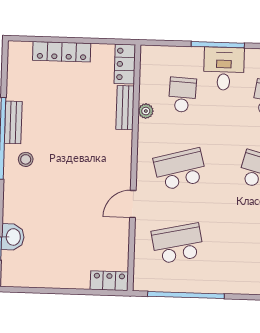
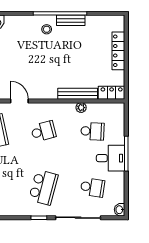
bench: (125, 108) -> (78, 94), width x1.36
school desk: (180, 169) -> (43, 131), width x0.54

